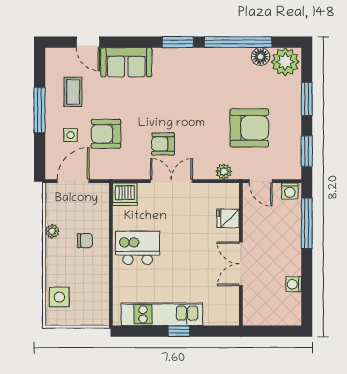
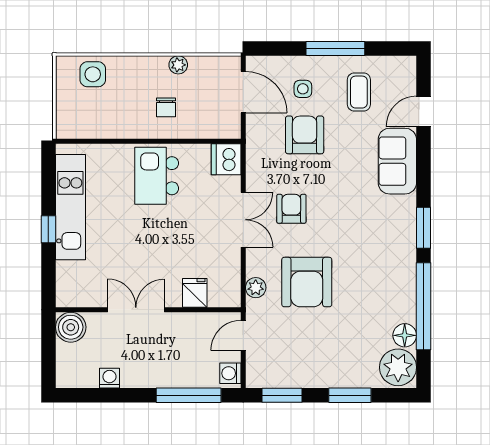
coffee table: (73, 92) -> (359, 92), turned 90
armchair: (249, 128) -> (307, 282), moved
kitchen island: (138, 248) -> (157, 176), turned 180
boiler: (254, 314) -> (71, 327), added

